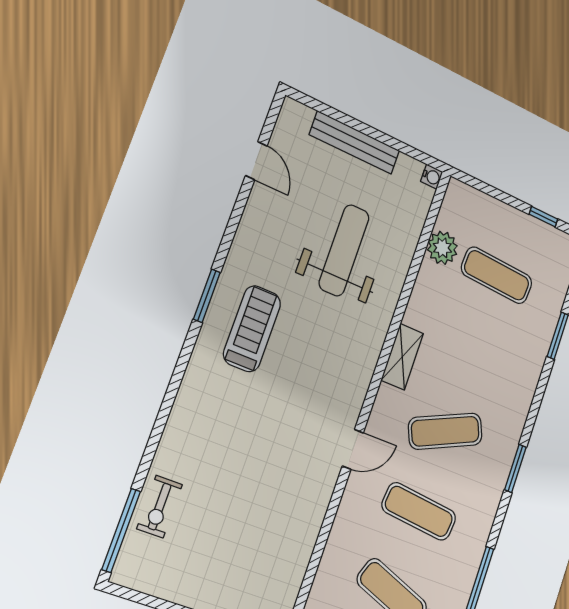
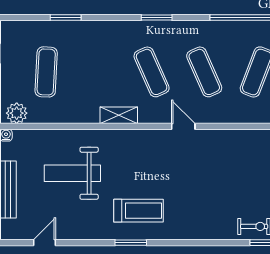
plant: (442, 248) -> (17, 113), moved
treadmill: (252, 329) -> (139, 211), turned 180
exercise mat: (419, 511) -> (204, 72), turned -30

